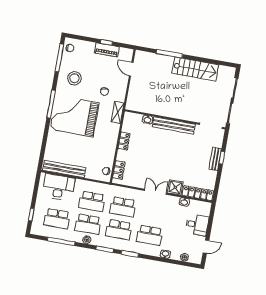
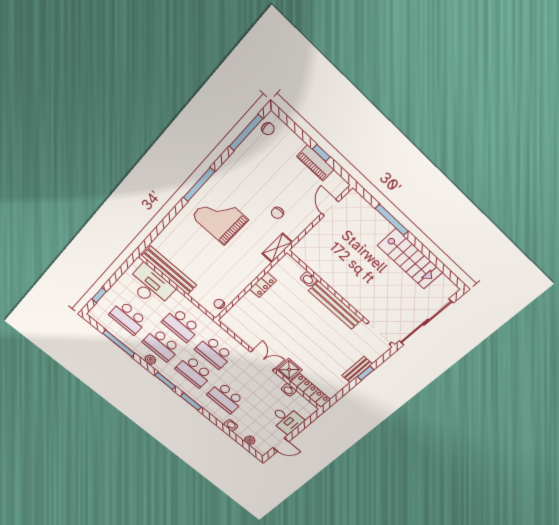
stool: (74, 78) -> (249, 172), removed
grand piano: (74, 116) -> (220, 218), width x0.73, depth x0.68
locker: (119, 170) -> (235, 312), removed

